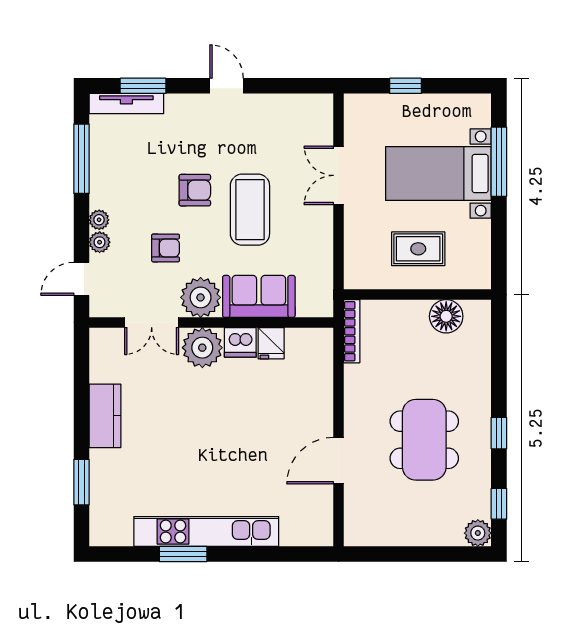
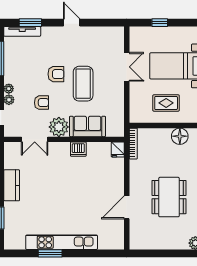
double door: (339, 175) -> (127, 67), swing flipped
fridge: (271, 343) -> (118, 149), moved
plant: (202, 348) -> (60, 152), removed

